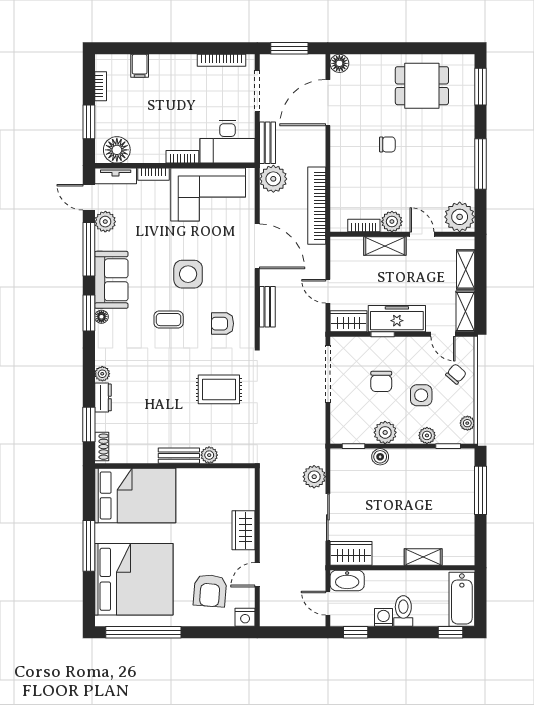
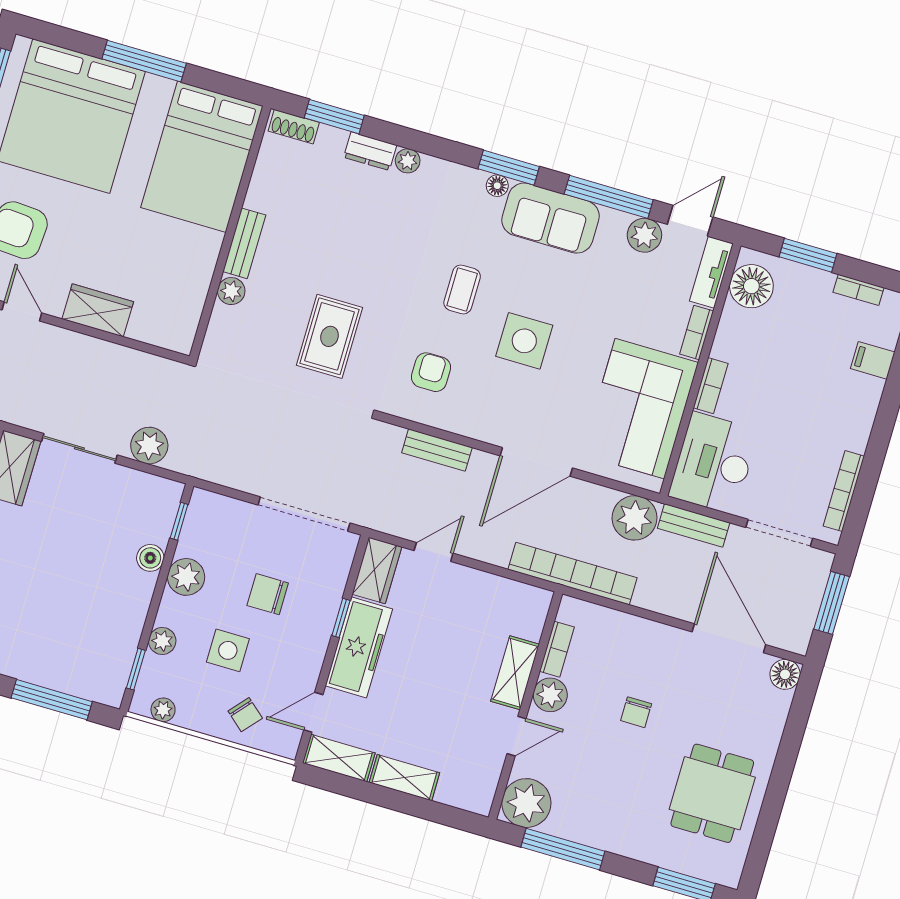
plant: (460, 217) -> (526, 803), moved
plant: (392, 222) -> (550, 695), moved
bookcase: (364, 225) -> (557, 649), moved
wall: (402, 234) -> (525, 706), moved
door: (422, 234) -> (516, 736), moved
shelving: (385, 246) -> (515, 673), moved

